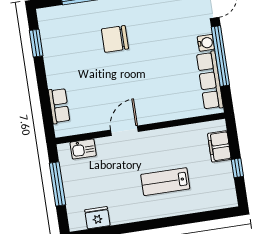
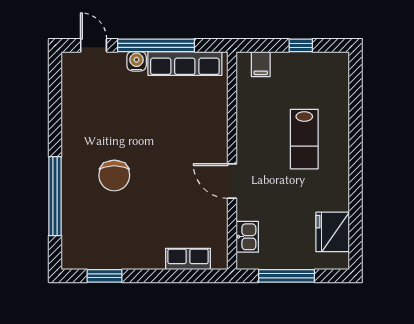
filing cabinet: (219, 146) -> (261, 64), width x0.50
fridge: (97, 218) -> (333, 232), width x1.36, depth x1.34

